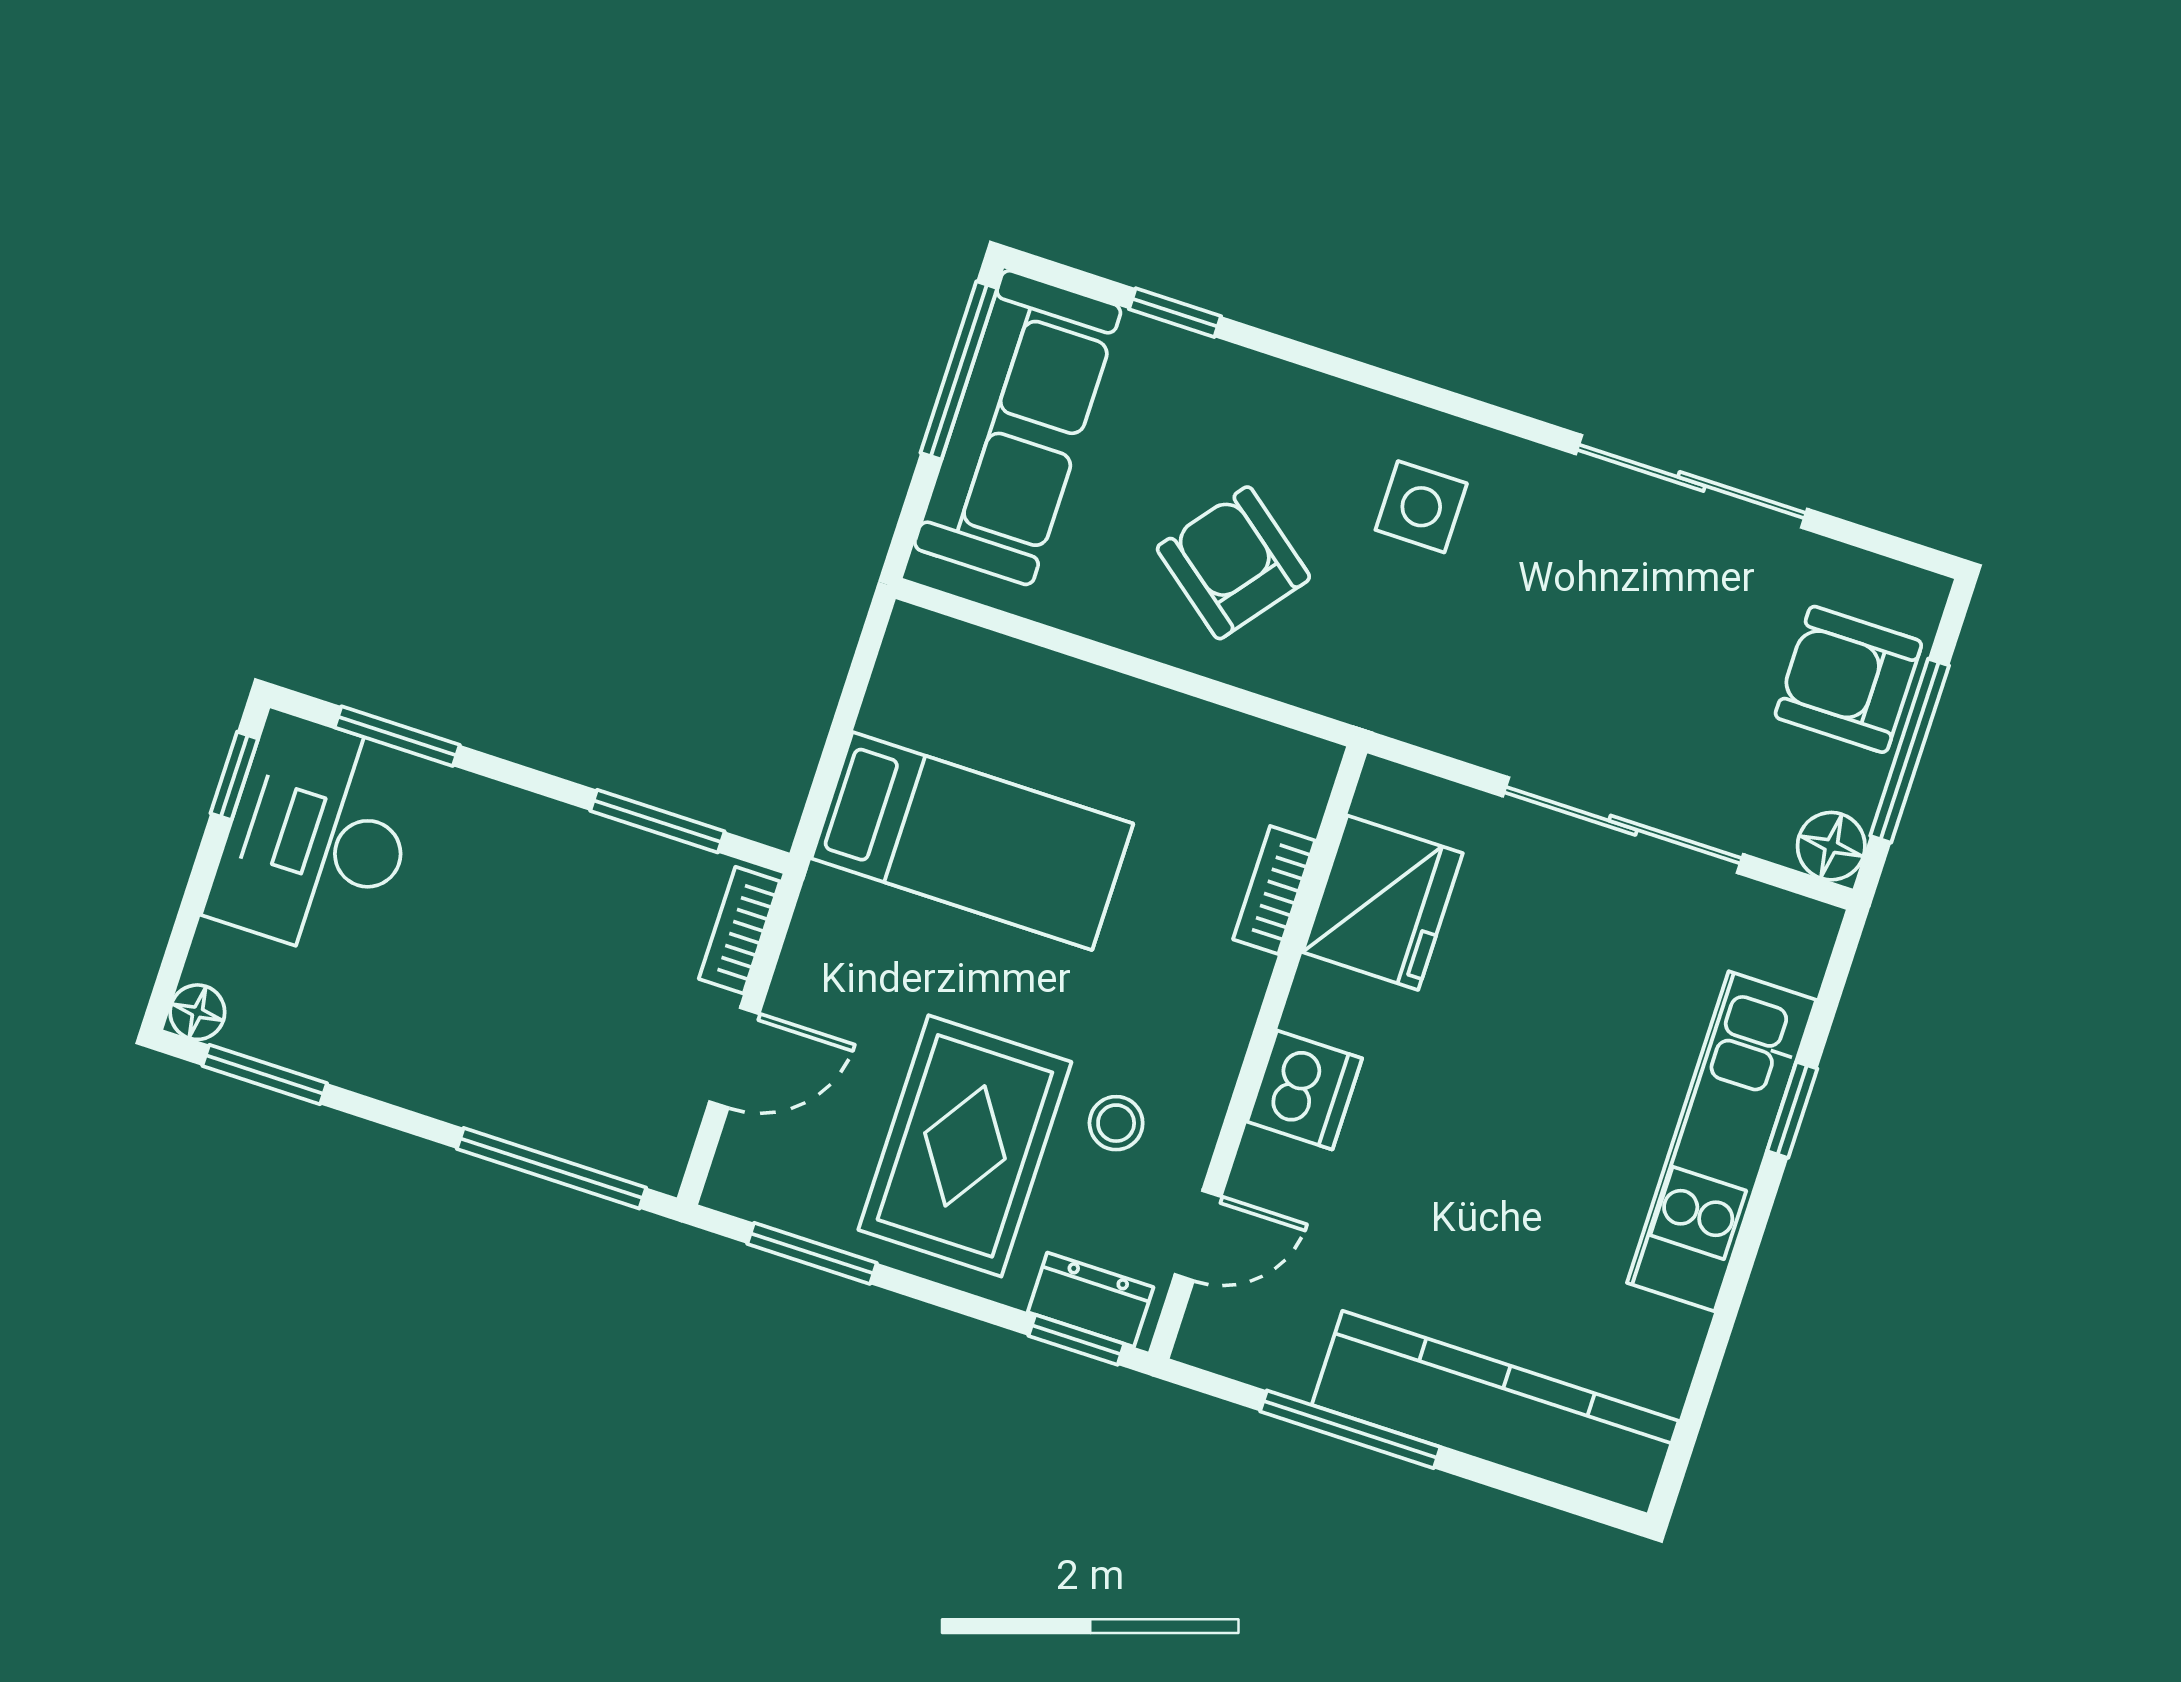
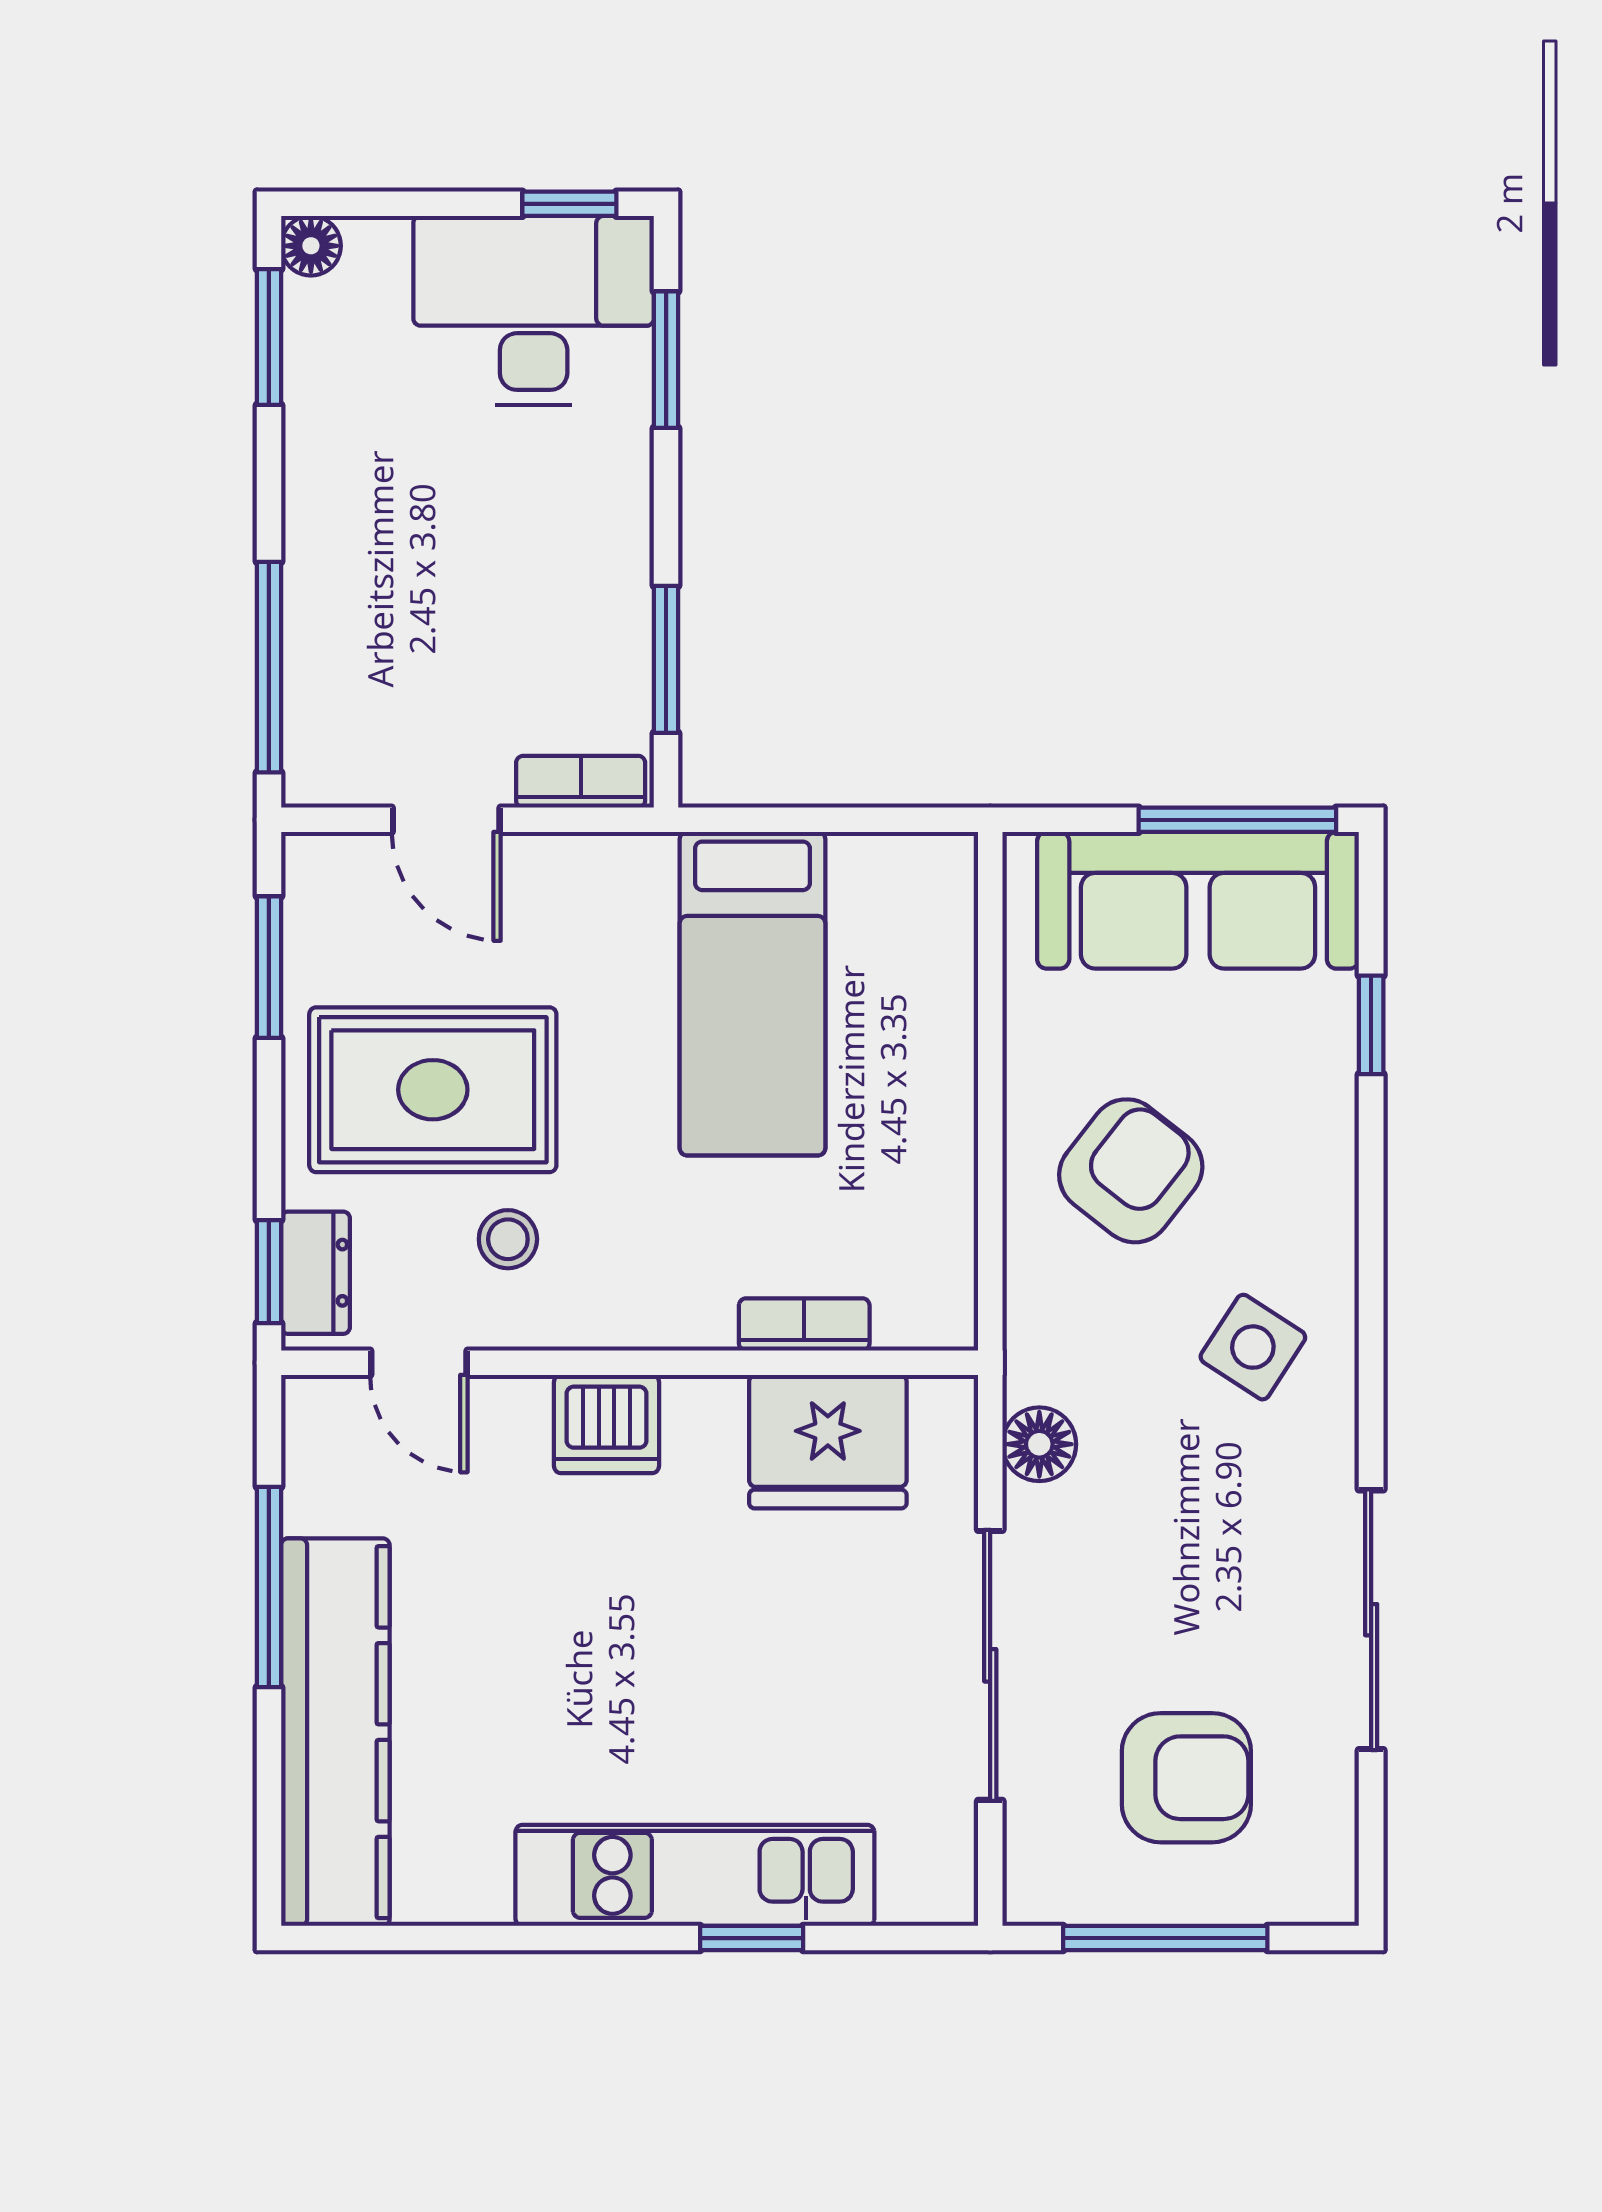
side table: (1421, 507) -> (1253, 1347), turned 33
armchair: (1848, 679) -> (1186, 1778), moved, turned 90
floor lamp: (1831, 846) -> (1039, 1444), moved

